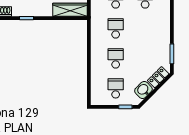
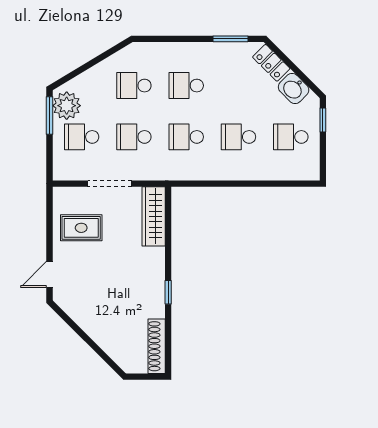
school desk: (145, 28) -> (186, 86), added

